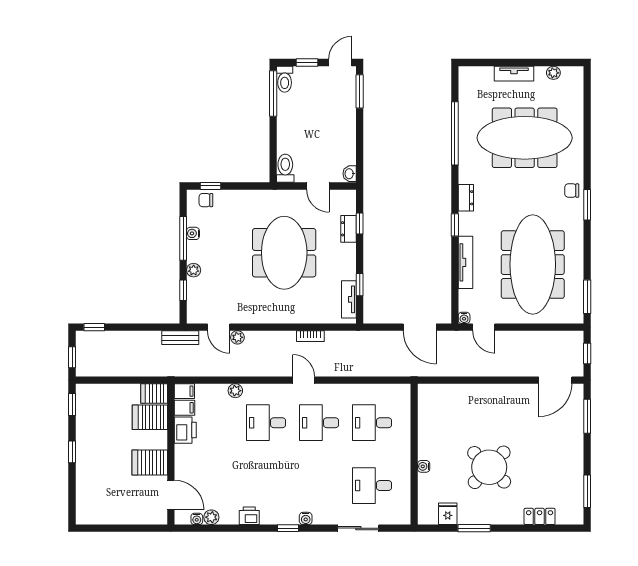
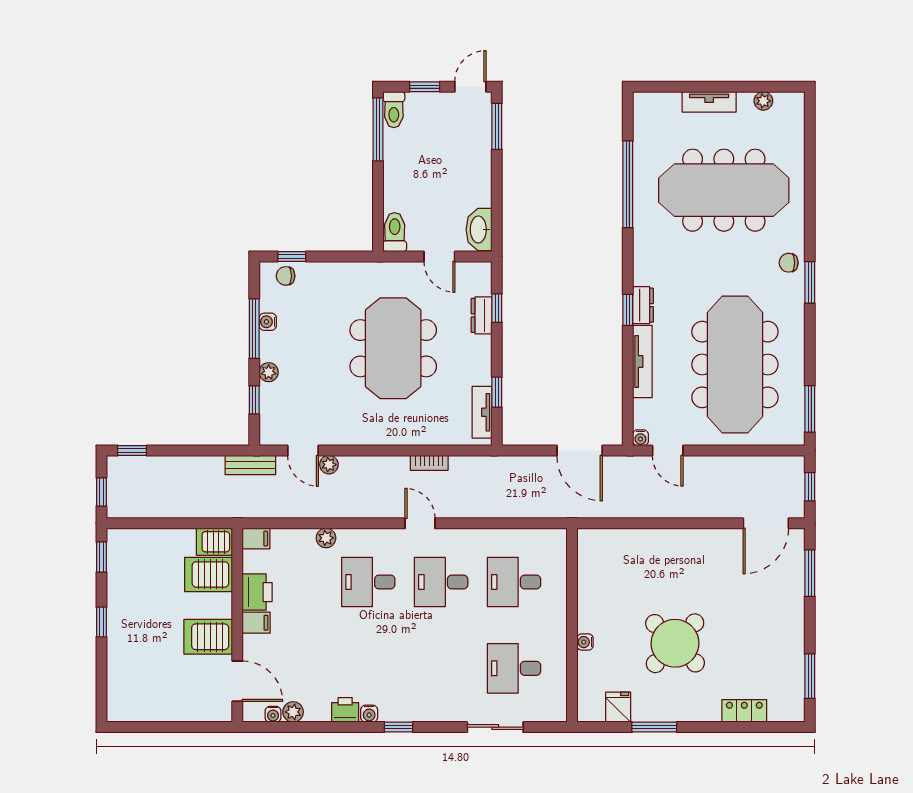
washbasin: (350, 174) -> (479, 229), width x1.91, depth x1.45
dresser: (466, 198) -> (643, 305), moved
filing cabinet: (185, 408) -> (256, 623), moved
water cooler: (306, 518) -> (369, 714), moved

